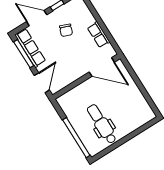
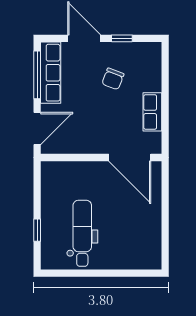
window: (76, 138) -> (37, 230), width x0.32

